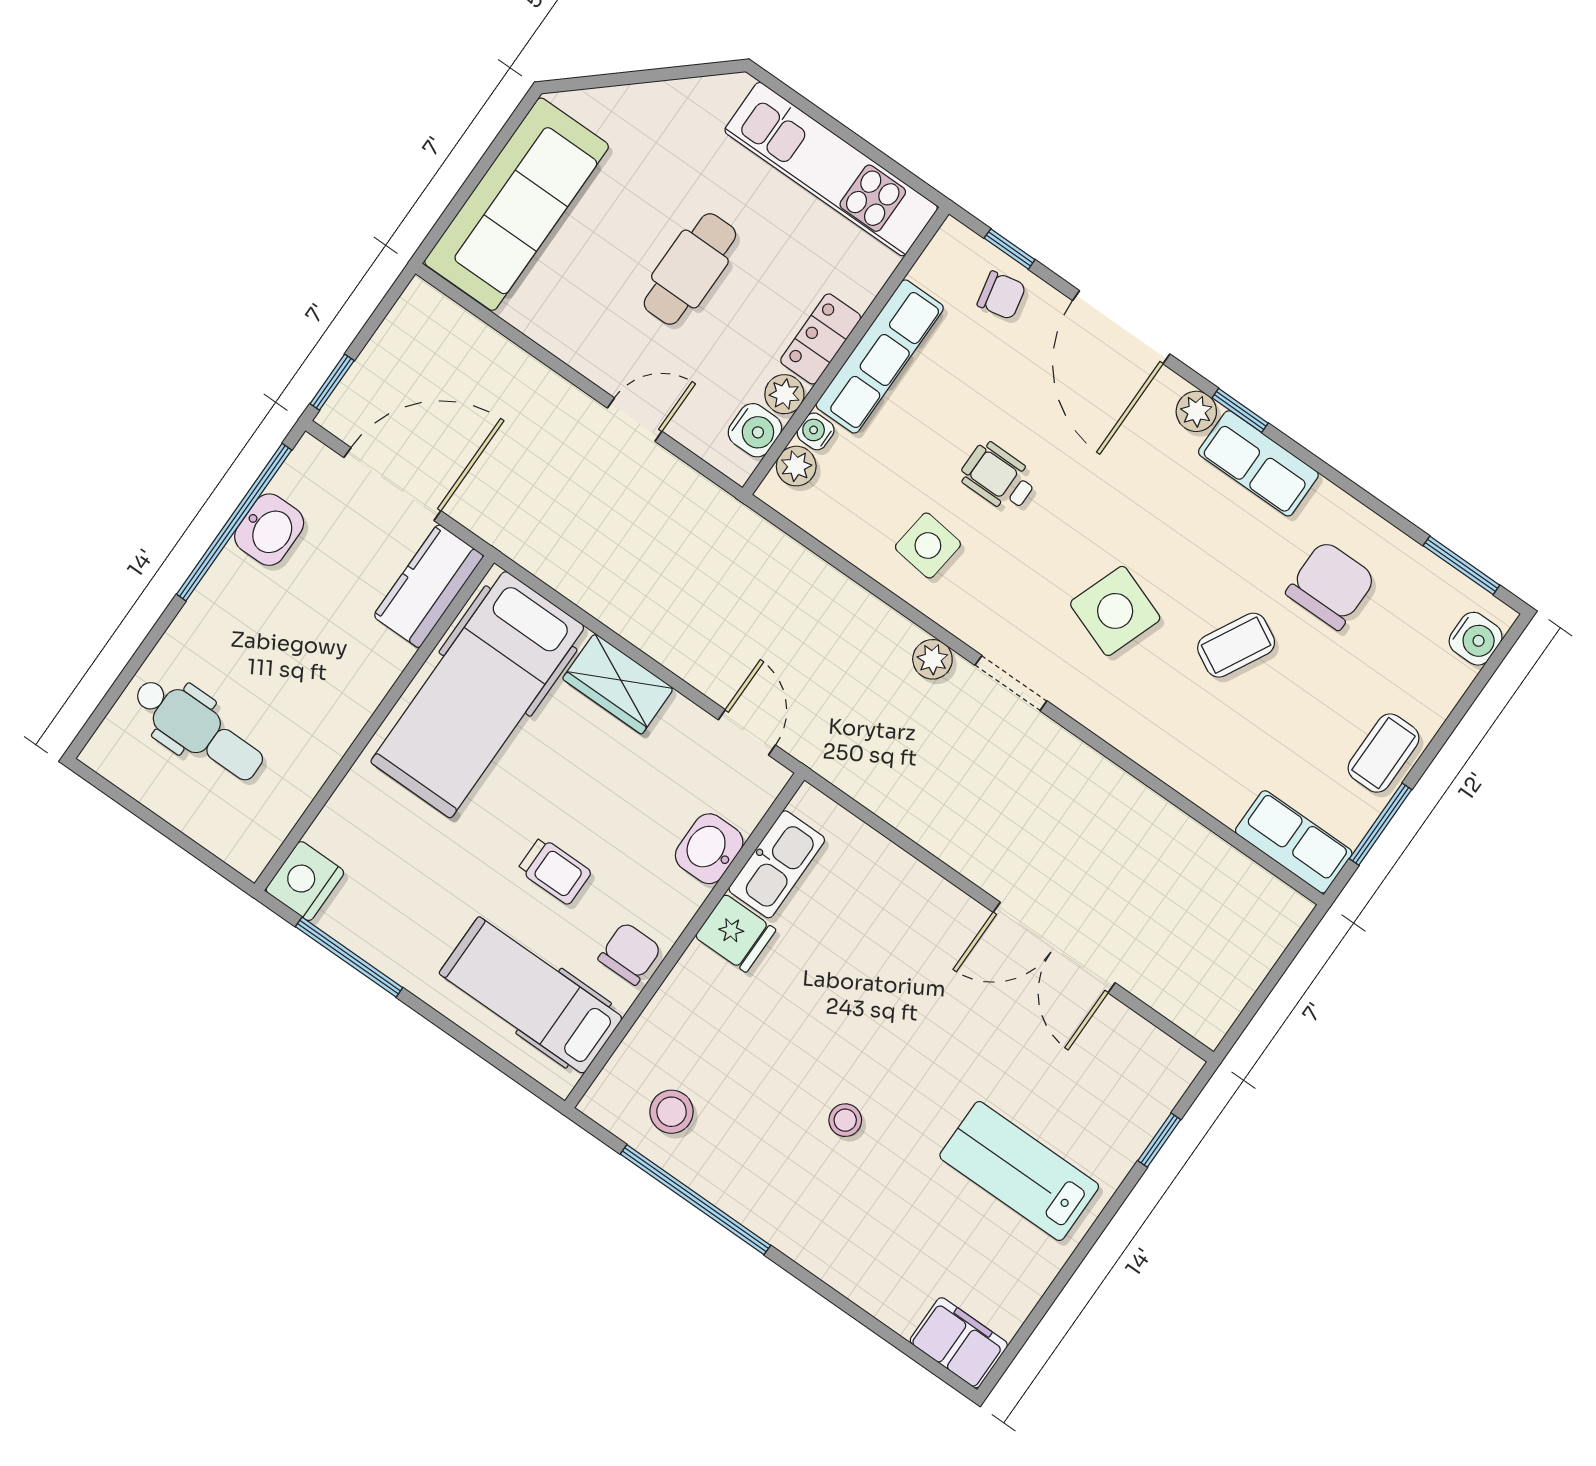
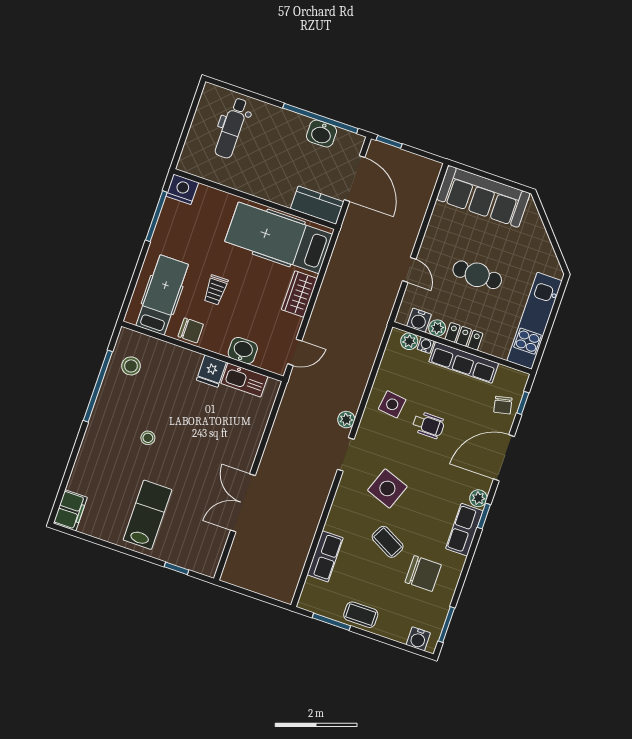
wheelchair: (998, 477) -> (428, 425), turned 90
row of seats: (1294, 842) -> (325, 556), moved

